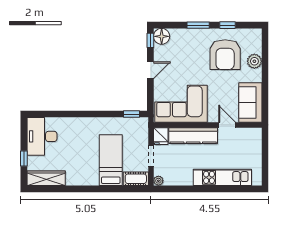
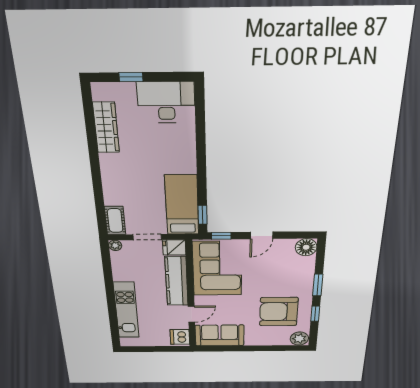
window: (150, 40) -> (221, 236), moved
plant: (254, 61) -> (299, 339), moved
door: (150, 70) -> (262, 235), hinge flipped
dishwasher: (252, 135) -> (180, 337), added
bed: (111, 160) -> (182, 205), moved, turned -90
wardrobe: (46, 178) -> (106, 128), moved

